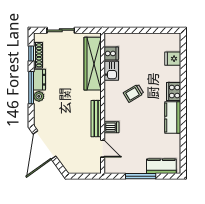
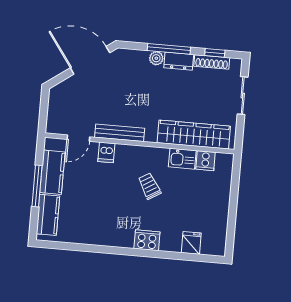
kitchen counter: (173, 118) -> (52, 172), moved, turned 90

